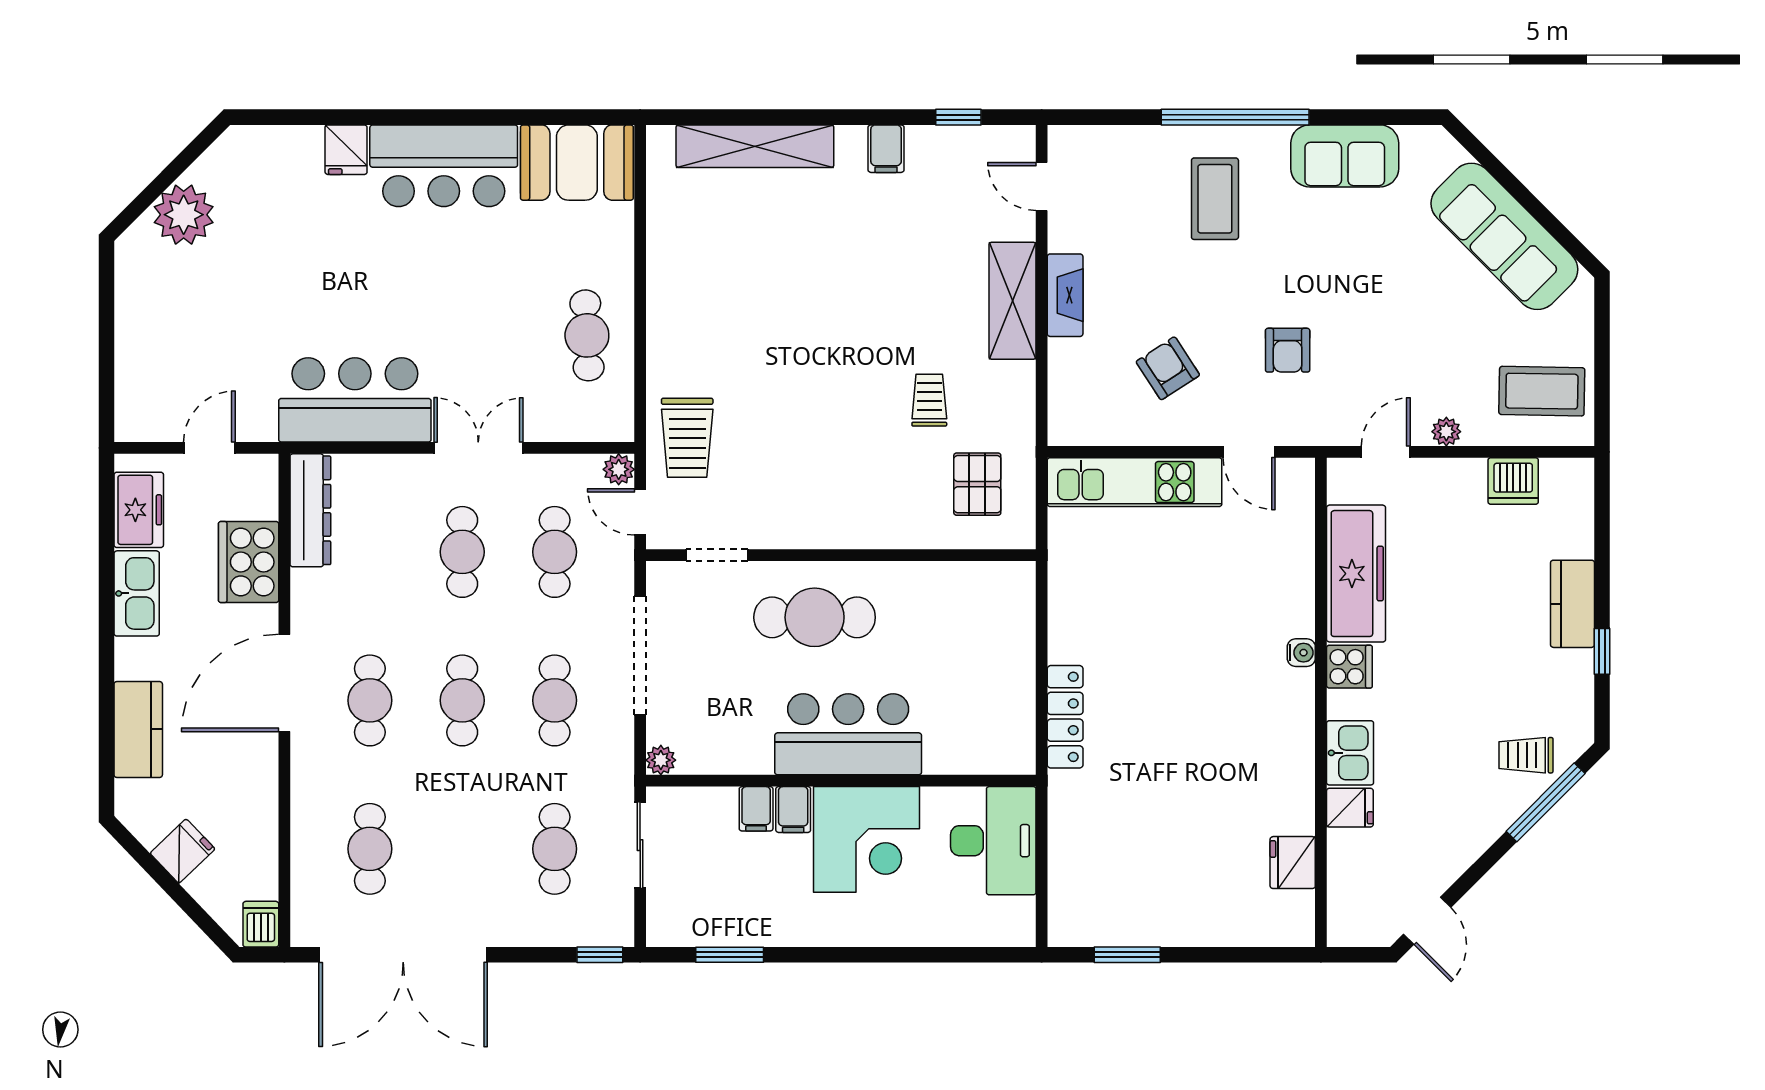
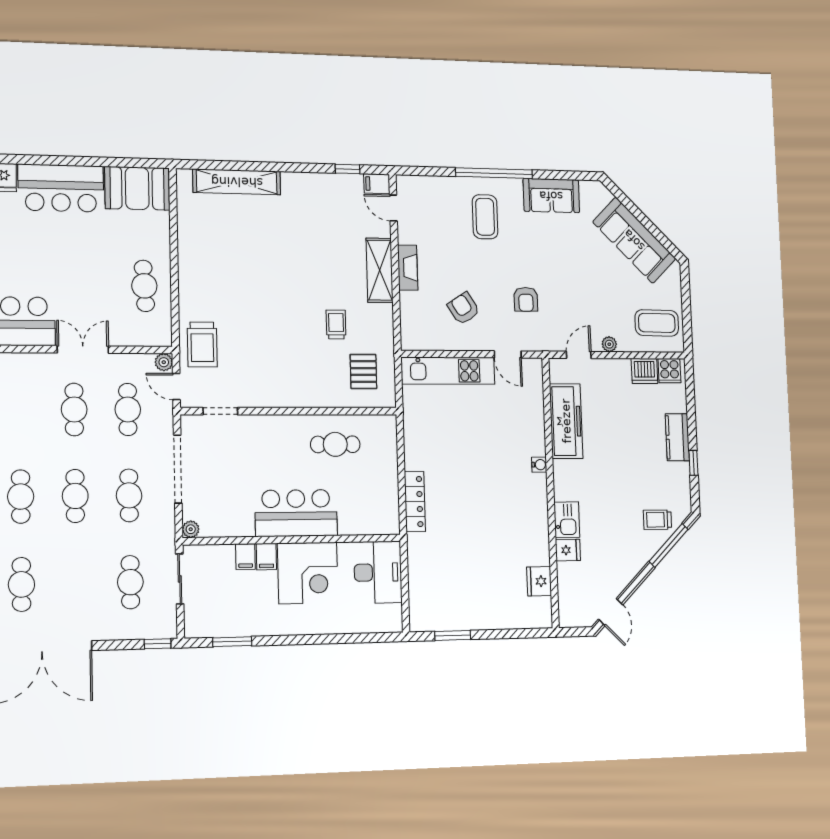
filing cabinet: (886, 149) -> (377, 184), moved, turned 90
cafe table: (815, 617) -> (335, 444), moved, width x0.73, depth x0.74
cooker: (1349, 667) -> (669, 371), moved, turned 90

